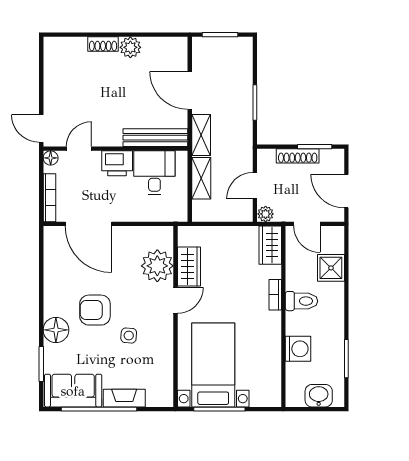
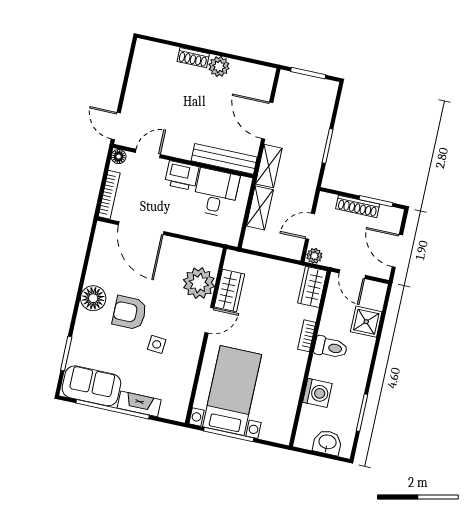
floor lamp: (56, 330) -> (93, 298), moved

